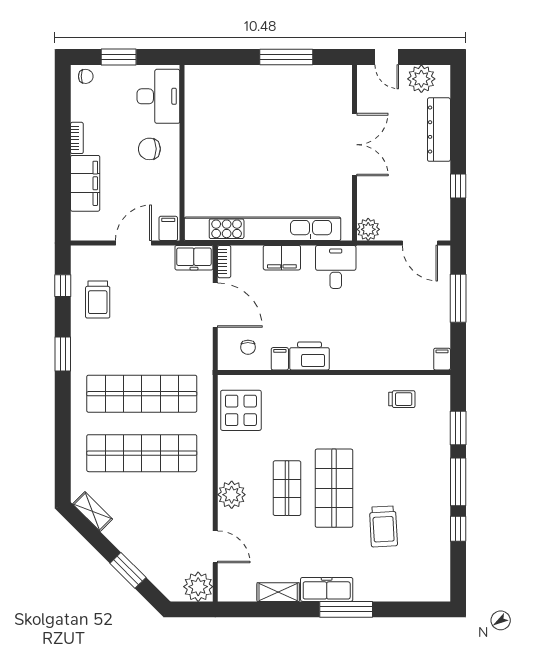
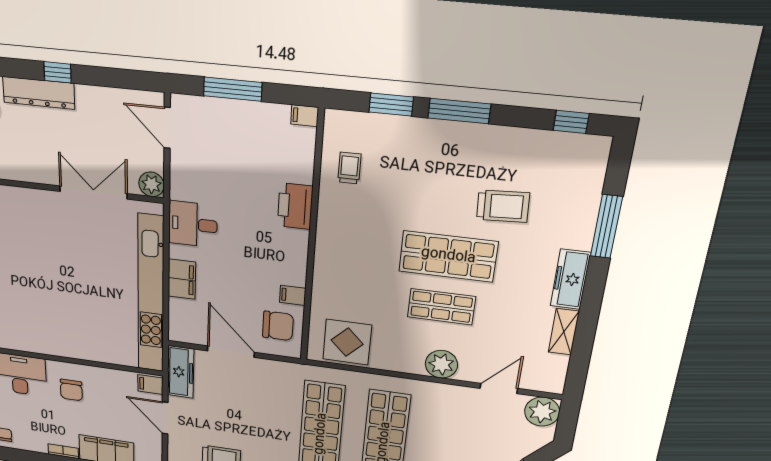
double door: (355, 145) -> (93, 192), moved
window: (458, 186) -> (58, 72), moved
door: (420, 243) -> (167, 128), swing flipped
freezer: (194, 258) -> (181, 372), width x1.40
bookcase: (224, 262) -> (185, 337), removed
door: (215, 305) -> (231, 352), hinge flipped
chair: (248, 347) -> (278, 326), width x1.87, depth x1.87
printer: (310, 356) -> (295, 206), moved
window: (458, 529) -> (571, 122), moved
window: (346, 609) -> (606, 227), moved

